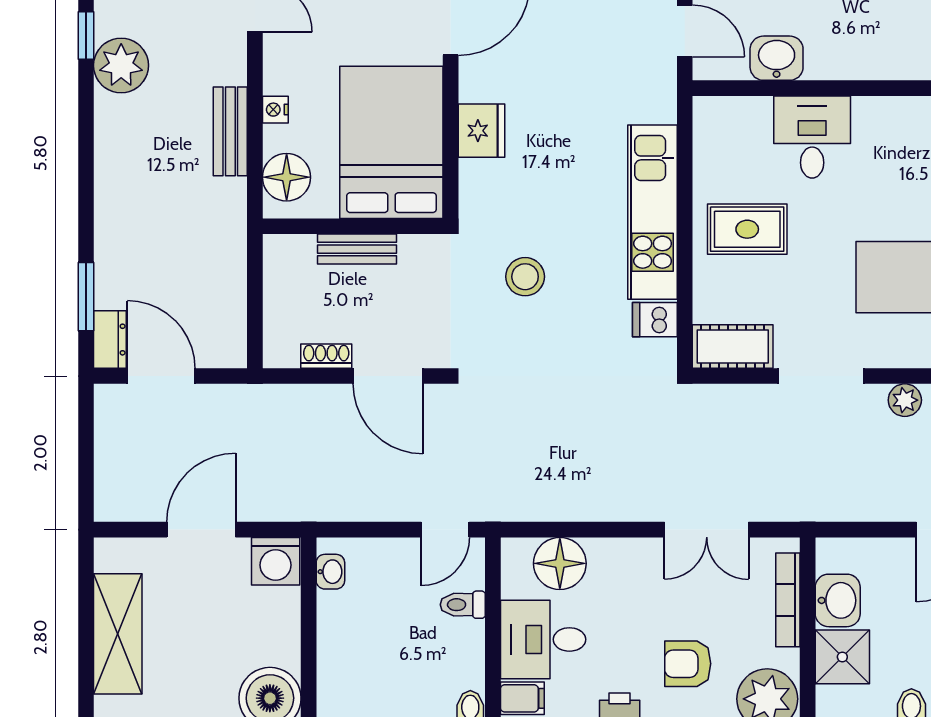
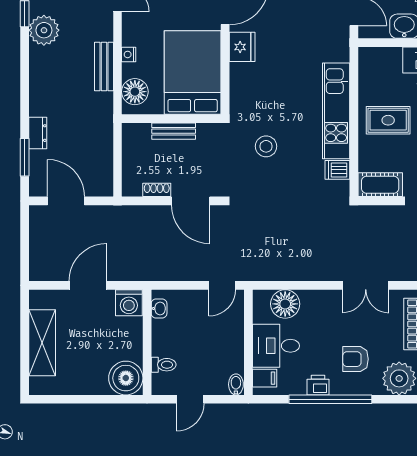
fridge: (481, 131) -> (242, 47), moved
dresser: (110, 340) -> (38, 133), moved
toilet: (463, 605) -> (164, 365), moved, turned 180

